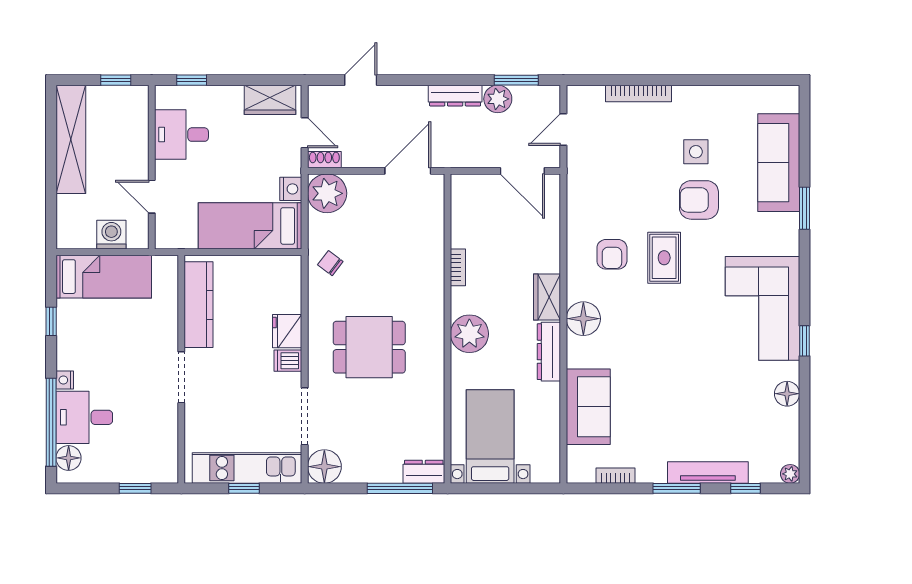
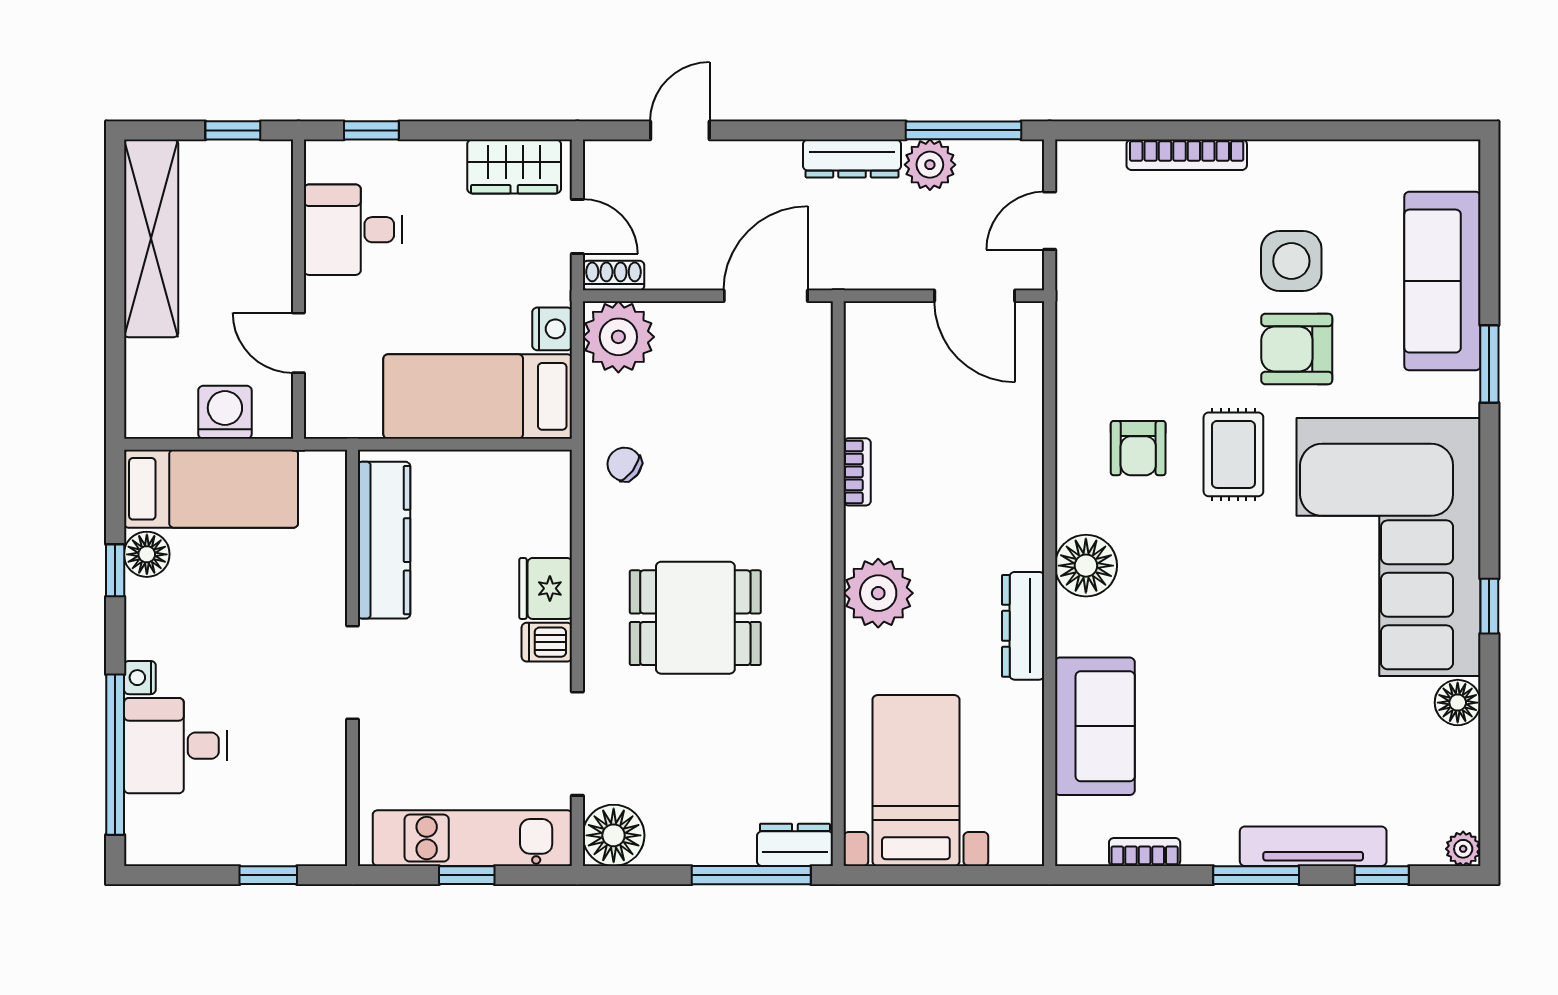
window: (516, 80) -> (963, 130), width x1.44
side table: (696, 152) -> (1291, 261), width x1.37, depth x1.37
wardrobe: (547, 297) -> (1020, 526), removed
corner sofa: (762, 308) -> (1388, 547), width x1.36, depth x1.36
floor lamp: (69, 458) -> (147, 554), moved

